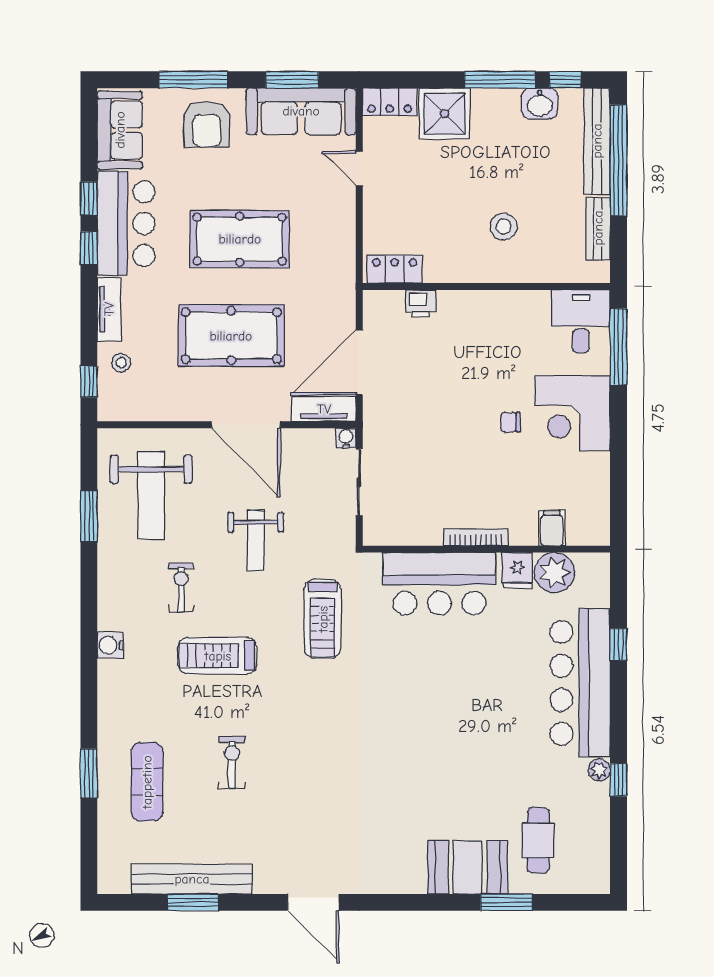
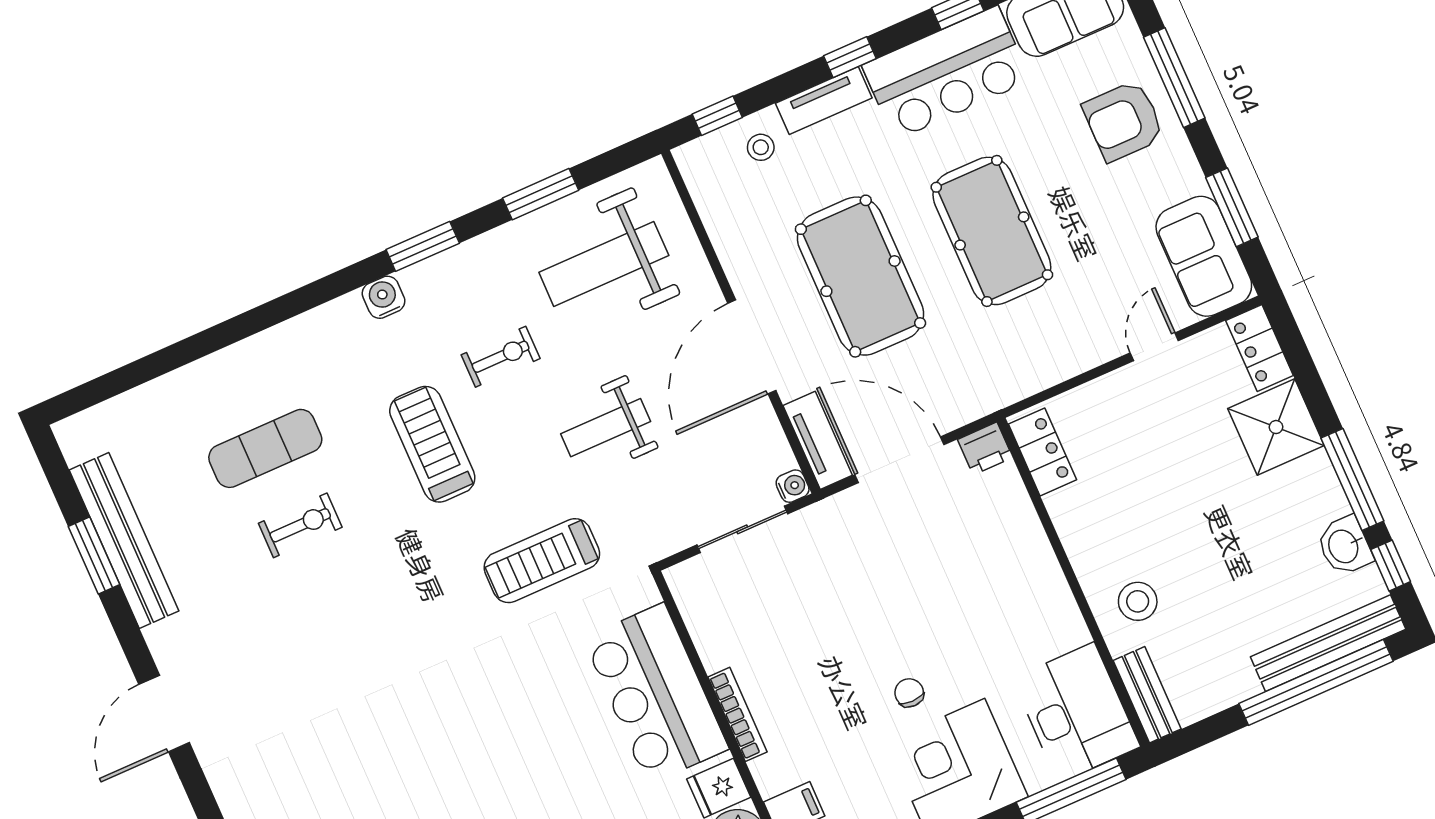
sofa: (301, 111) -> (1204, 256), width x0.73
stool: (504, 227) -> (1138, 601), moved
bench: (598, 228) -> (1147, 695), moved, turned 90
window: (89, 248) -> (850, 57), moved
printer: (421, 304) -> (985, 448), moved, turned -90
desk: (581, 321) -> (1076, 713), width x1.37
window: (89, 773) -> (423, 246), moved
exercise mat: (147, 782) -> (265, 448), moved

